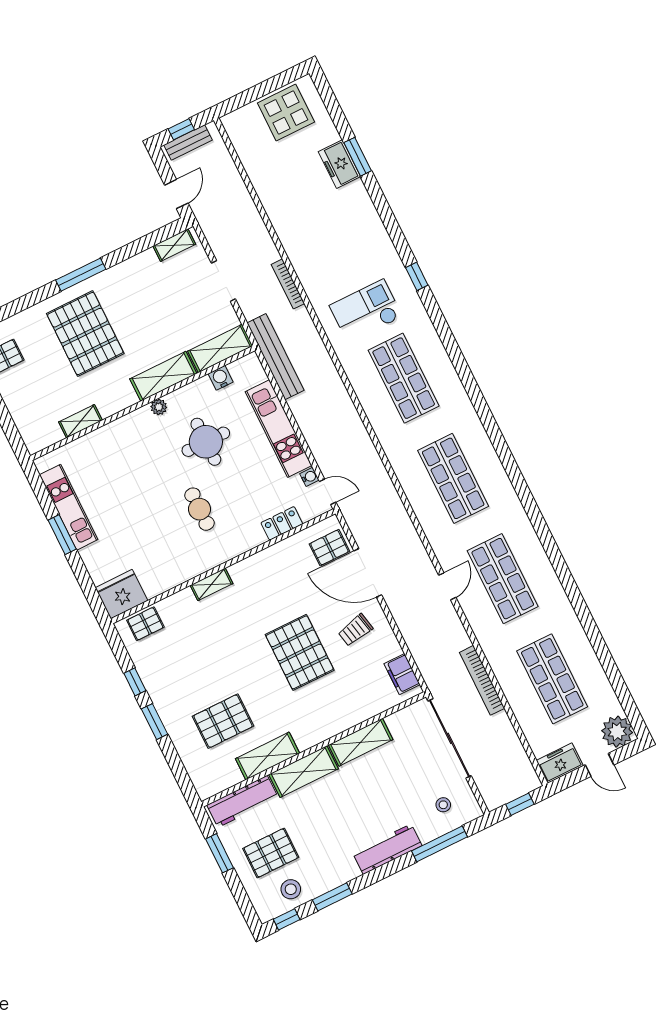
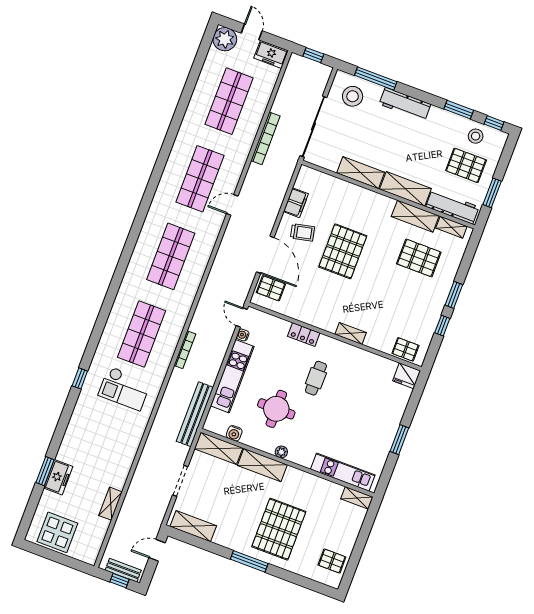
shelving: (265, 191) -> (111, 504), added
shelving: (174, 245) -> (193, 526), width x1.50, depth x1.33
bookcase: (288, 284) -> (185, 350), moved
shelving: (80, 421) -> (357, 498), moved
kitchen unit: (69, 507) -> (343, 472), moved, turned 90
locker: (282, 523) -> (304, 335), moved
fridge: (121, 594) -> (407, 376), width x0.73, depth x0.75
filing cabinet: (402, 674) -> (296, 203), moved
shelving: (223, 782) -> (451, 227), added
stool: (443, 805) -> (353, 96), width x1.89, depth x1.89

